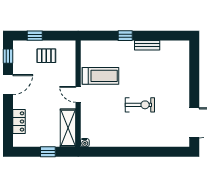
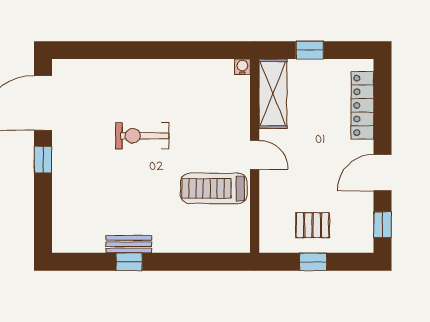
window: (35, 36) -> (313, 262), moved
window: (125, 36) -> (129, 262), moved
window: (194, 92) -> (43, 160), added
locker: (19, 121) -> (362, 105), width x1.53

